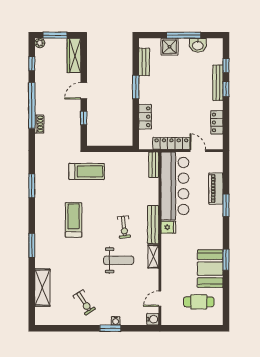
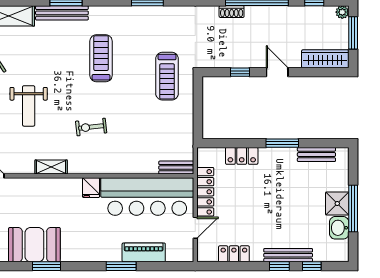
shower: (170, 47) -> (337, 203), moved
treadmill: (74, 220) -> (101, 58), turned -90
bench: (153, 225) -> (62, 13), moved
weight bench: (119, 260) -> (29, 106), moved

